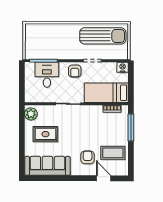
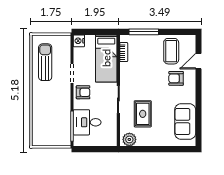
sun lounger: (103, 36) -> (45, 62), width x0.73, depth x0.75
rug: (45, 134) -> (143, 114), moved
sofa: (47, 166) -> (185, 122), width x0.73

